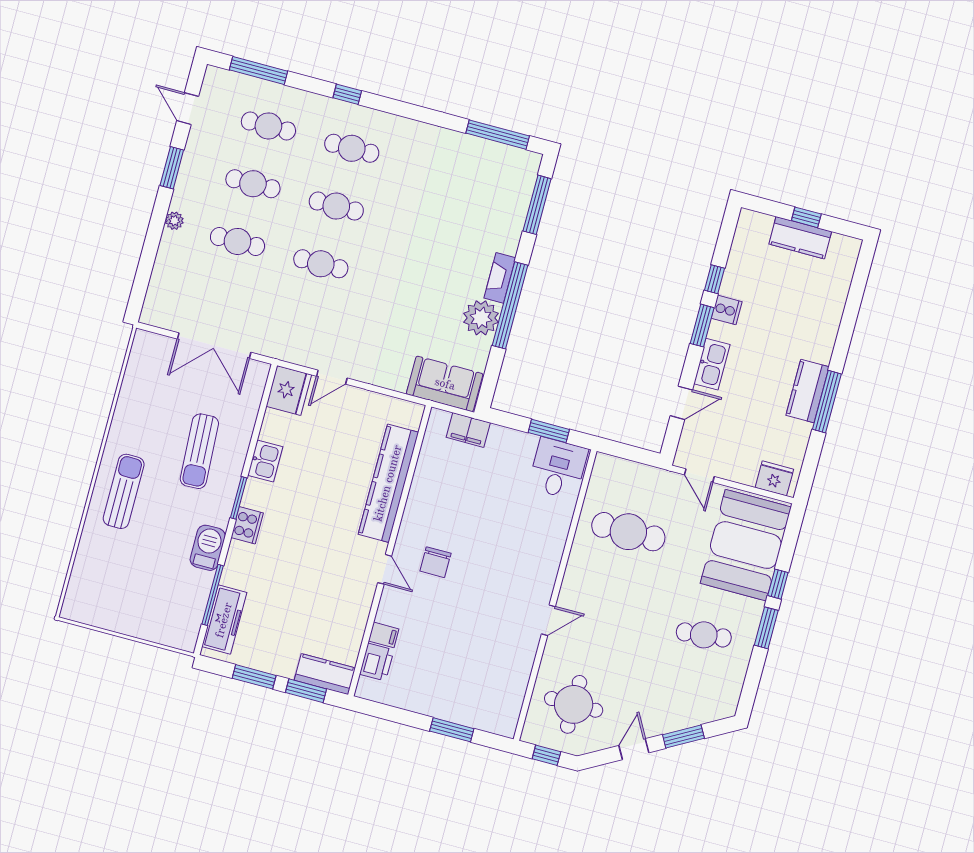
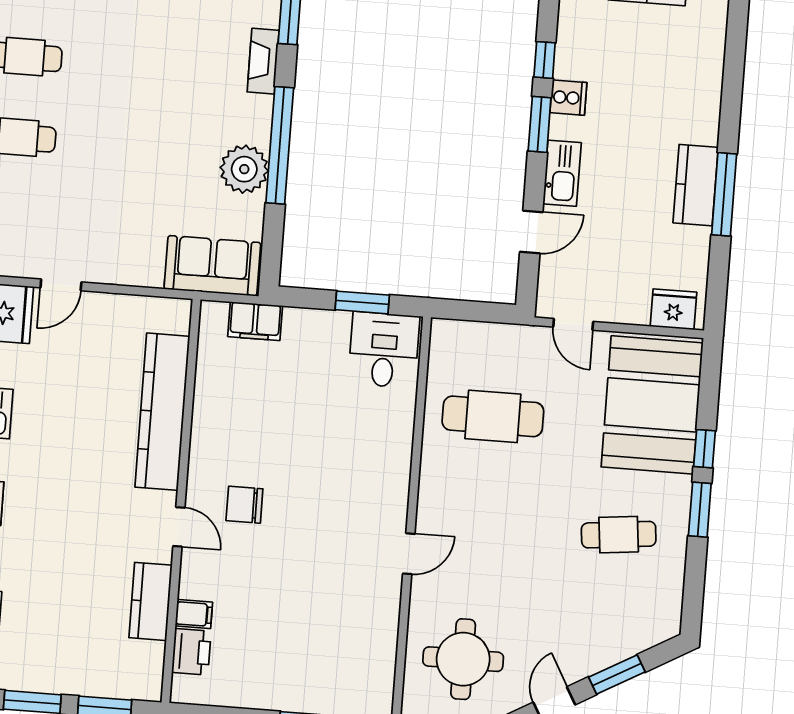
fireplace: (500, 278) -> (263, 61), moved
chair: (435, 562) -> (244, 505), turned 90
kitchen counter: (325, 674) -> (151, 601), moved, turned -90

